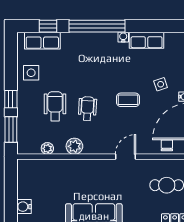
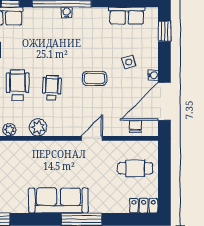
water cooler: (123, 37) -> (67, 12), moved
row of seats: (147, 40) -> (127, 16), moved

